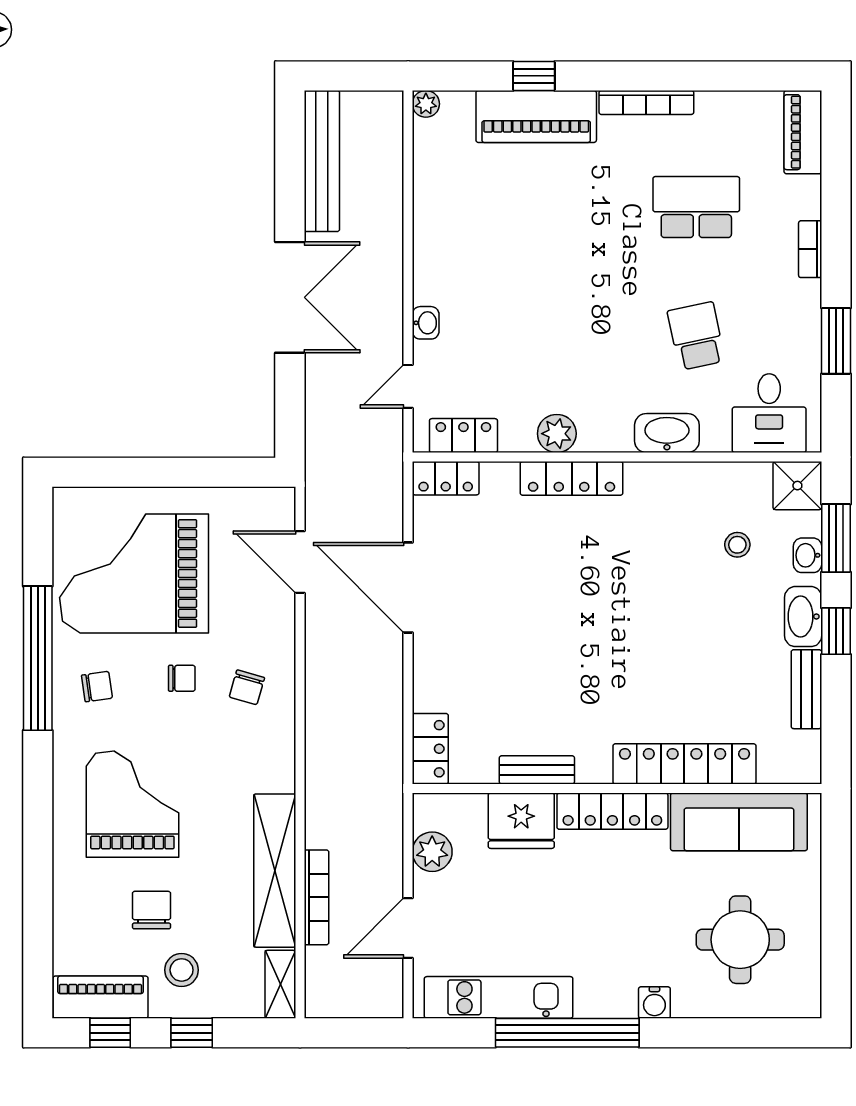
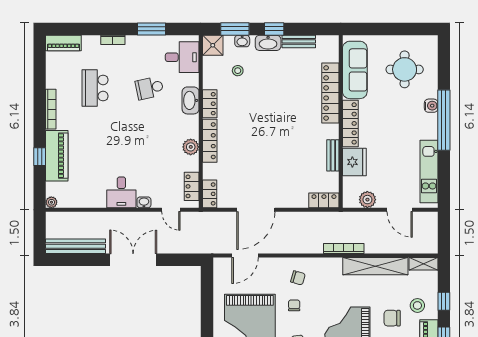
desk: (449, 269) -> (121, 192), added
locker: (659, 478) -> (210, 104), added
bookcase: (316, 897) -> (344, 248), moved
window: (567, 1033) -> (444, 120), moved

